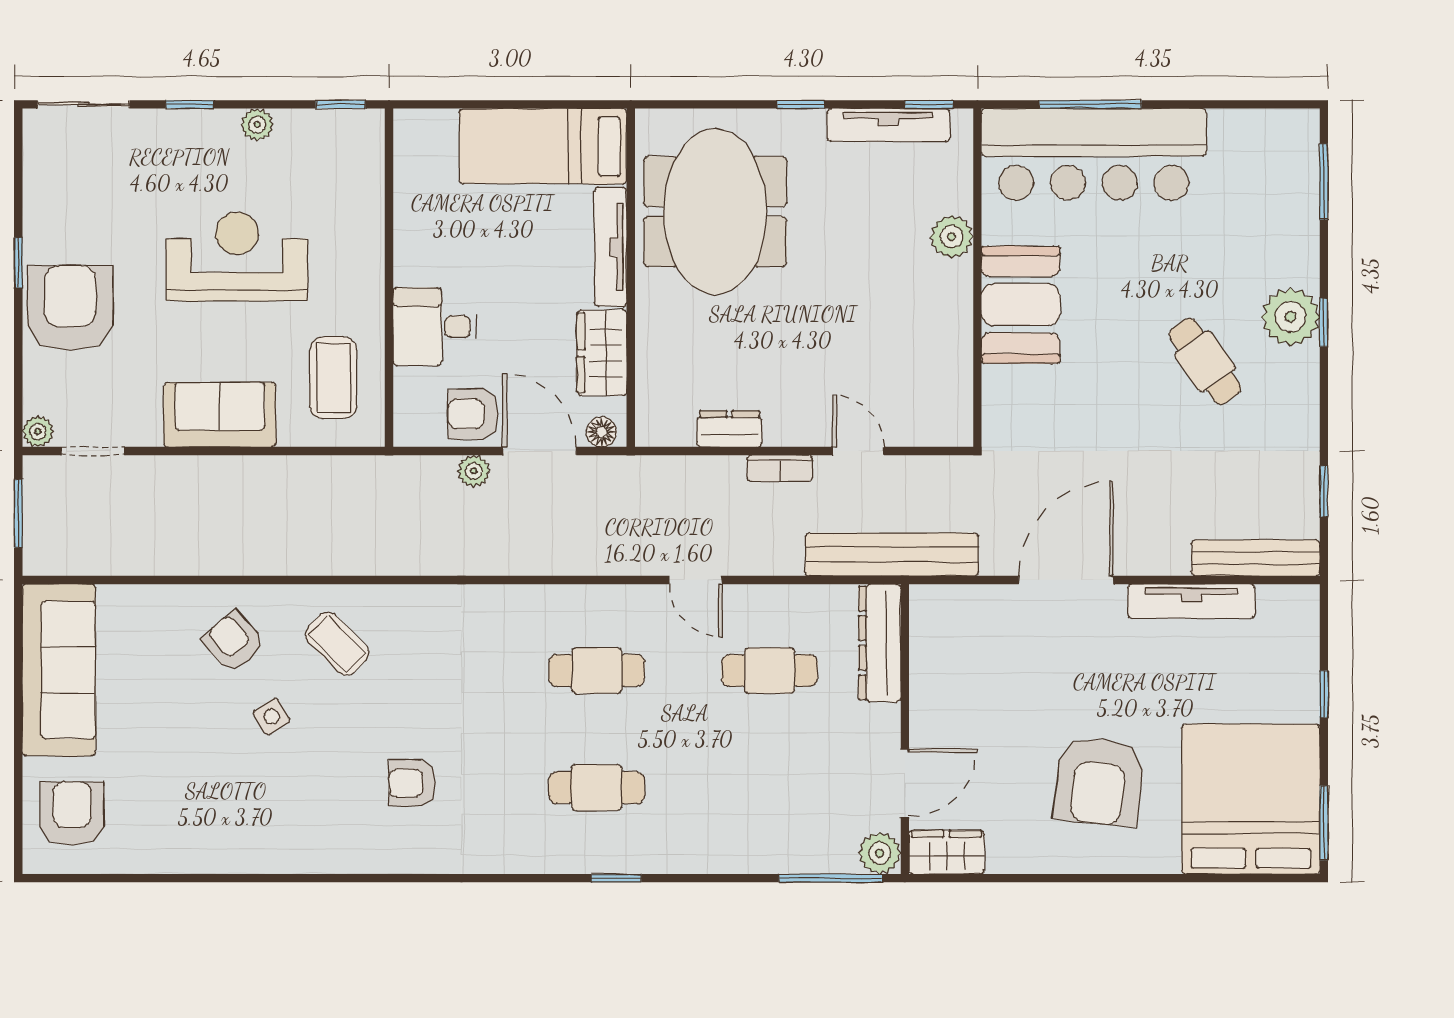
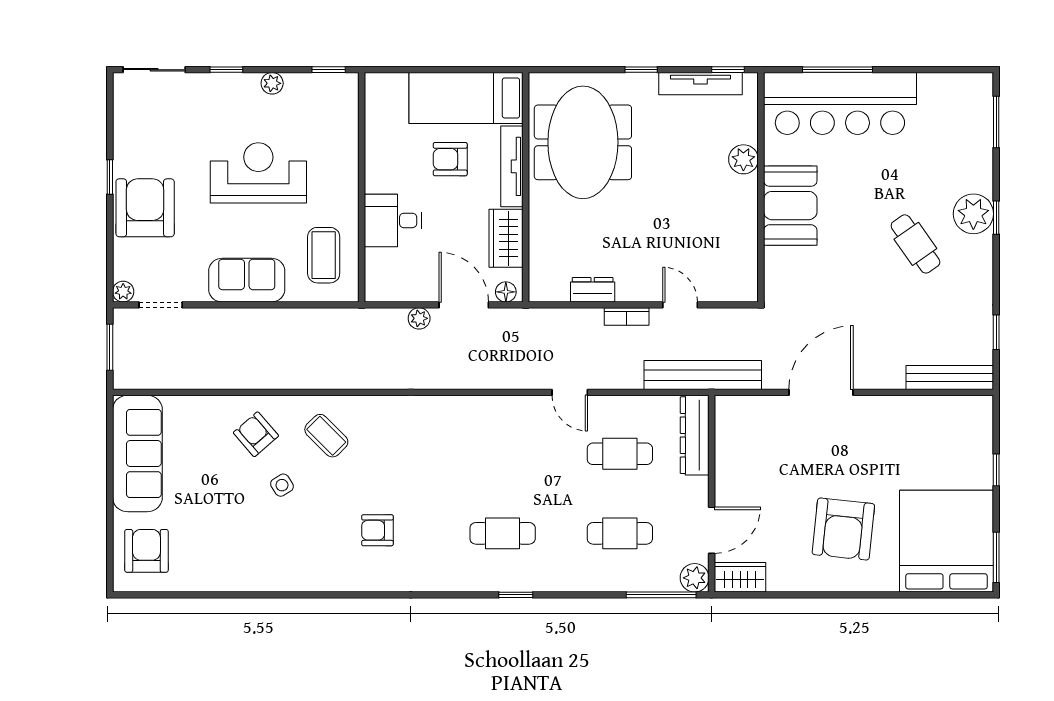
armchair: (473, 414) -> (450, 159), moved
tv unit: (1191, 601) -> (906, 407), removed
cafe table: (597, 670) -> (620, 533), moved

